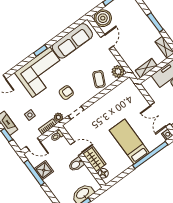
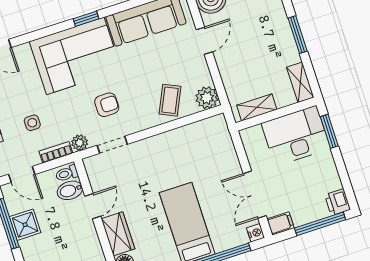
door: (76, 149) -> (93, 206), hinge flipped
bidet: (76, 164) -> (70, 190), moved

